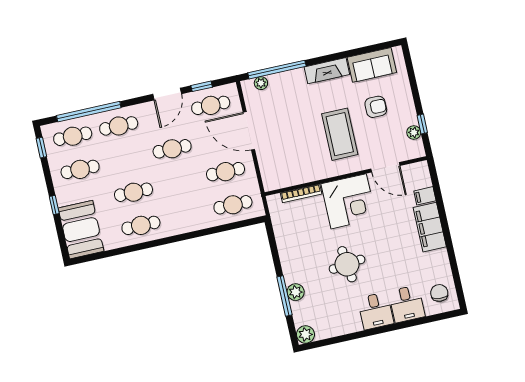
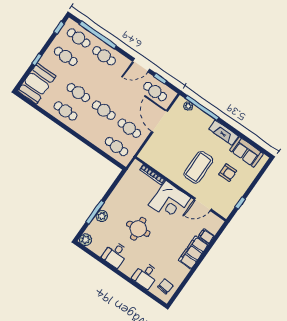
plant: (414, 132) -> (232, 203), removed
cafe table: (172, 149) -> (104, 110), moved
door: (385, 167) -> (203, 204), hinge flipped
desk: (376, 311) -> (115, 254), moved

